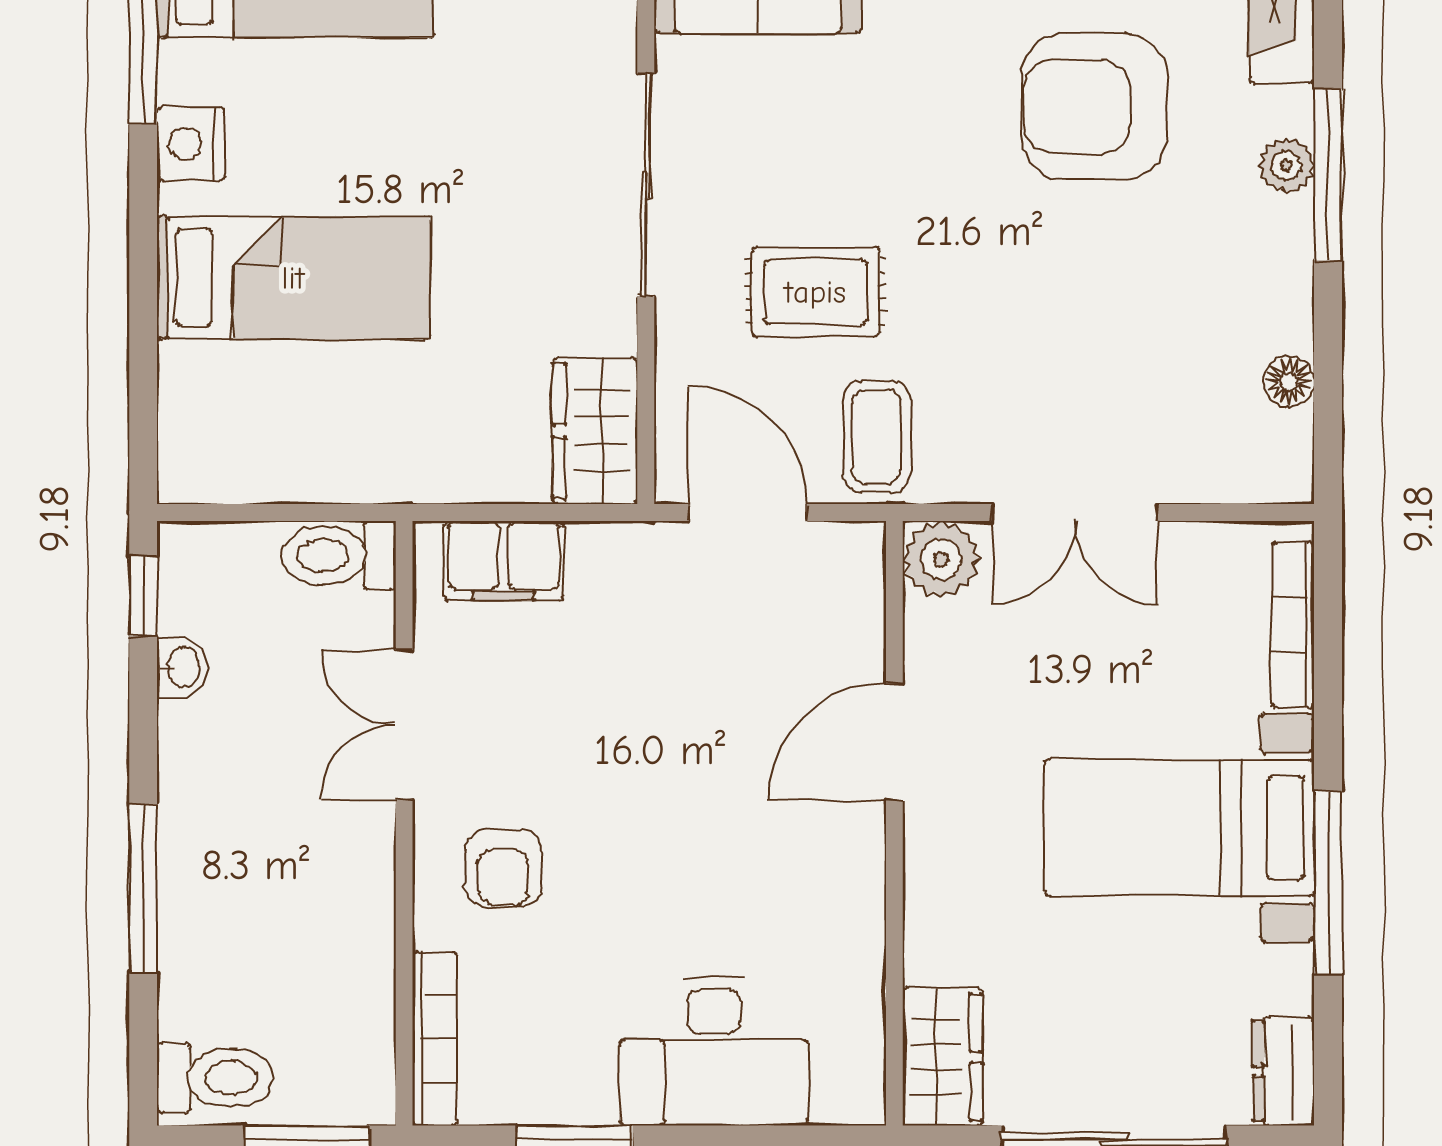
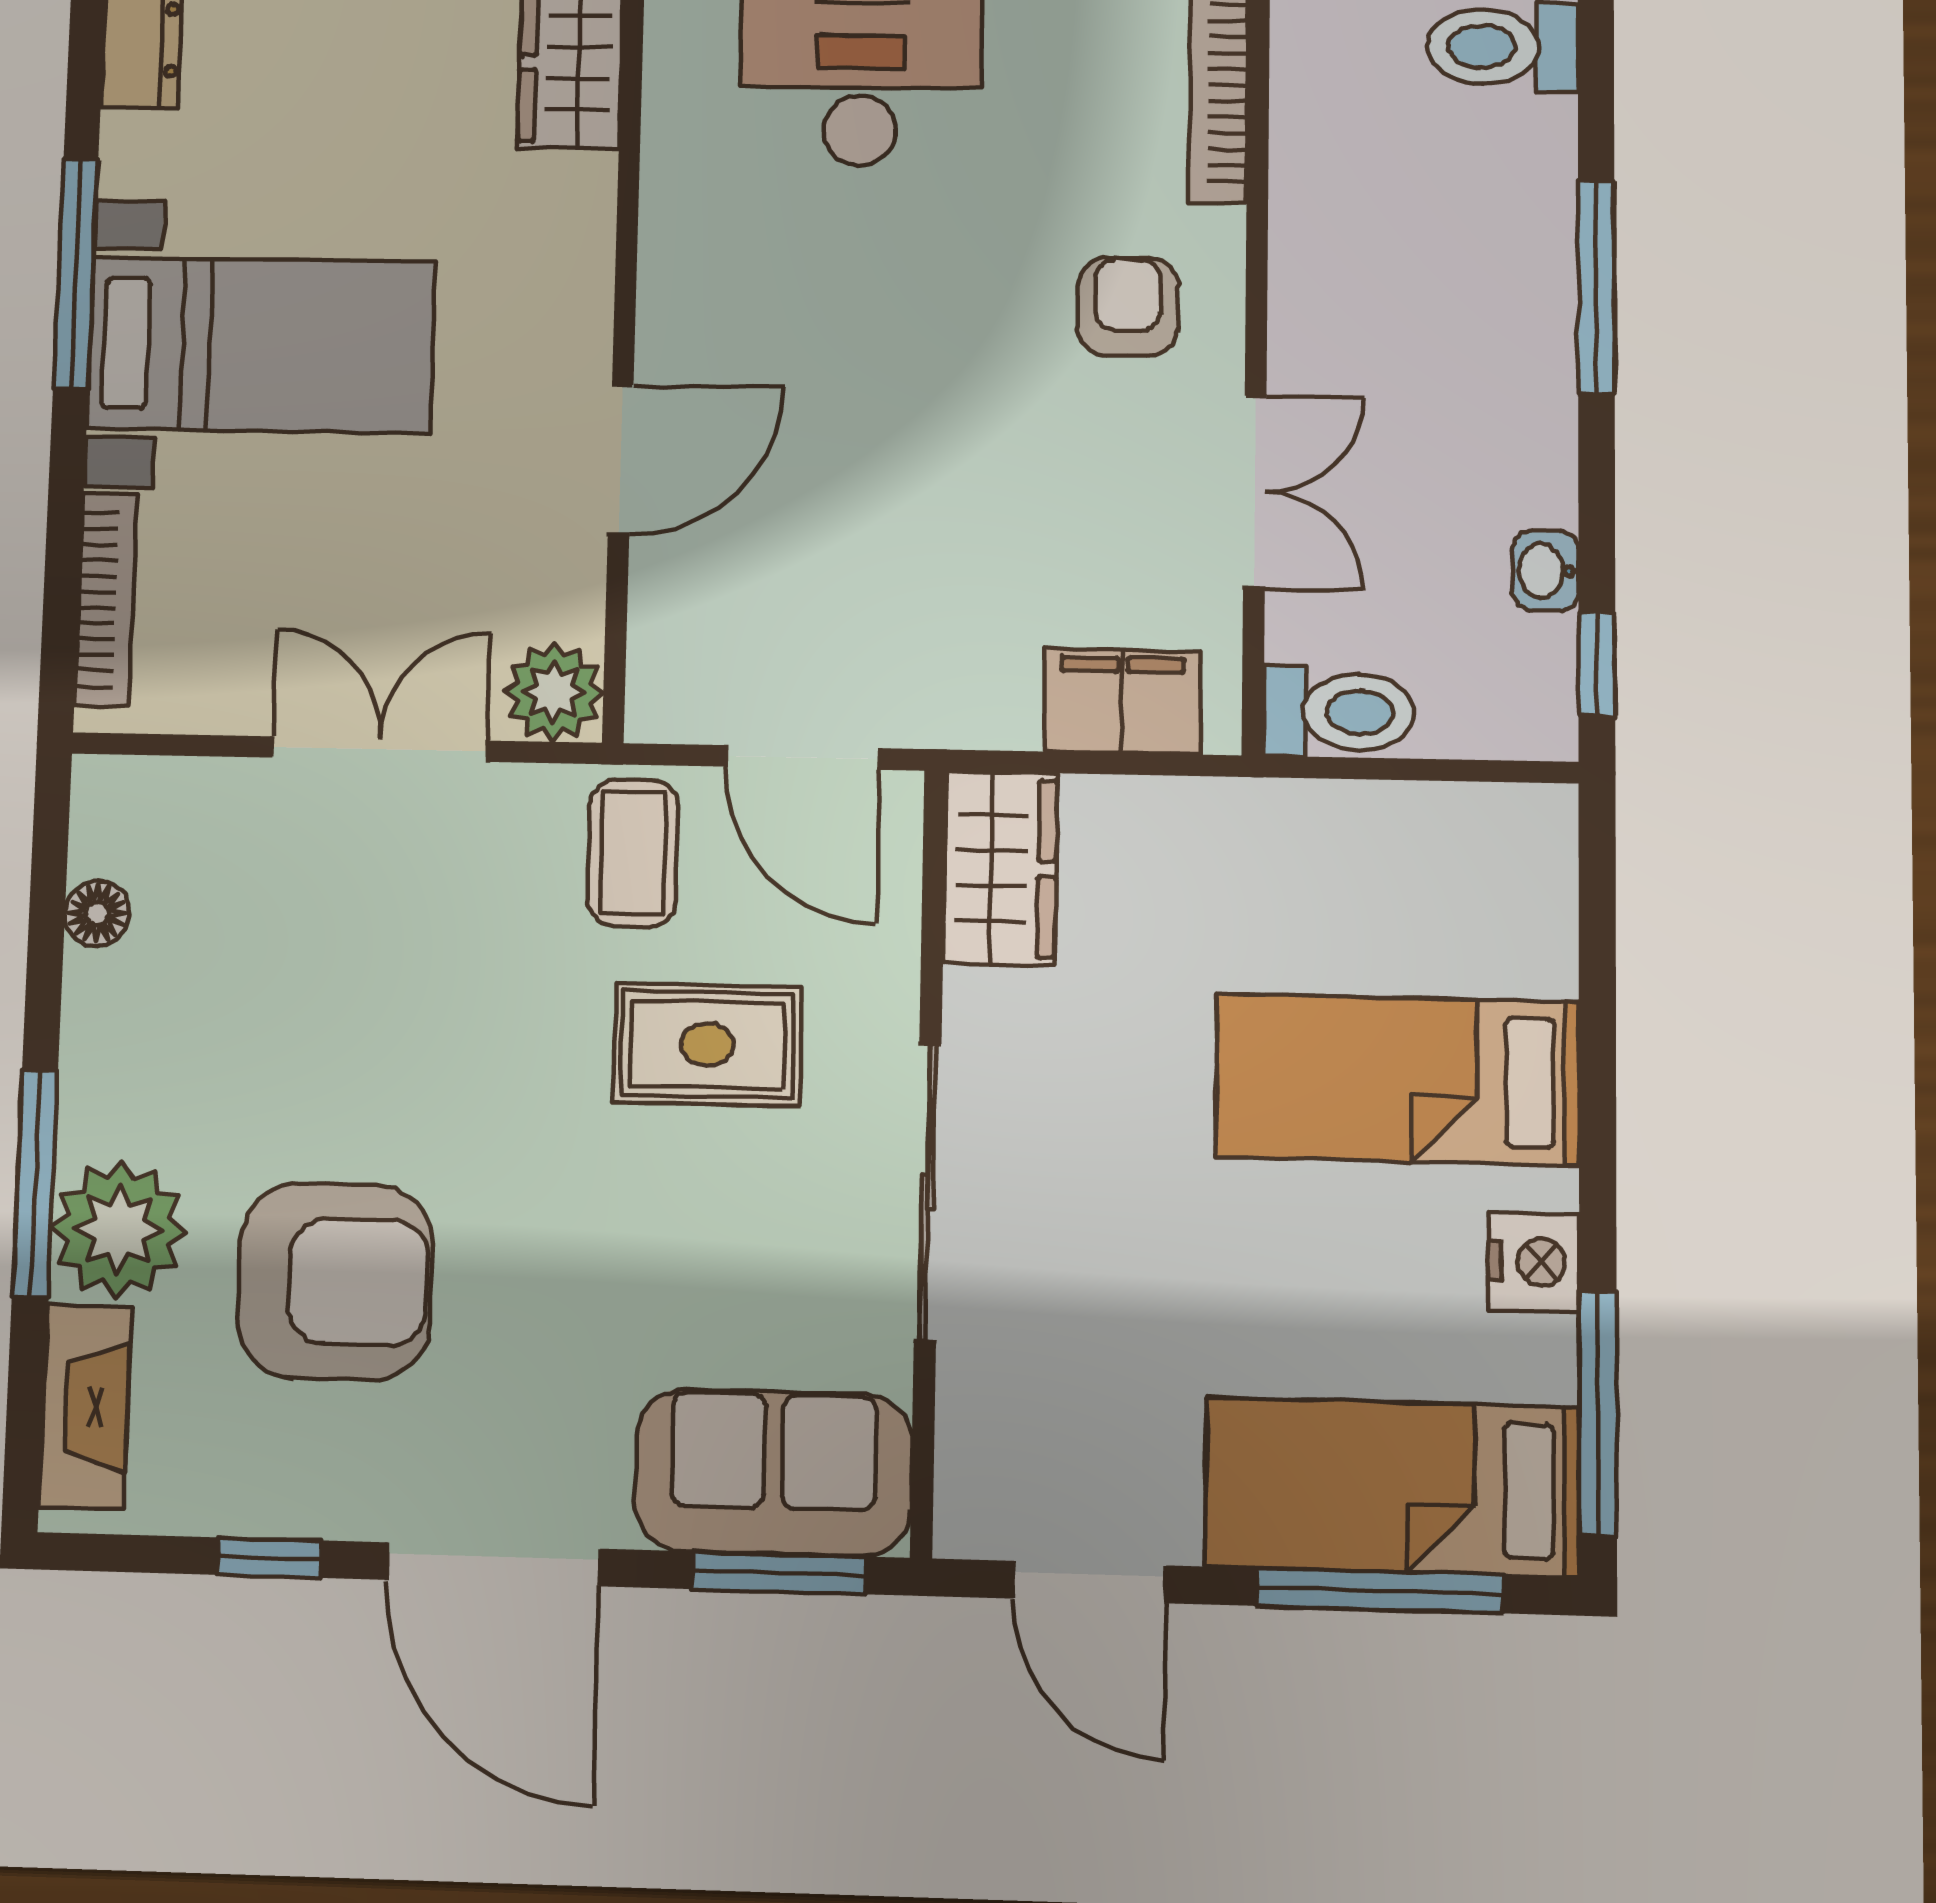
plant: (1286, 165) -> (119, 1229), width x1.88, depth x1.88

